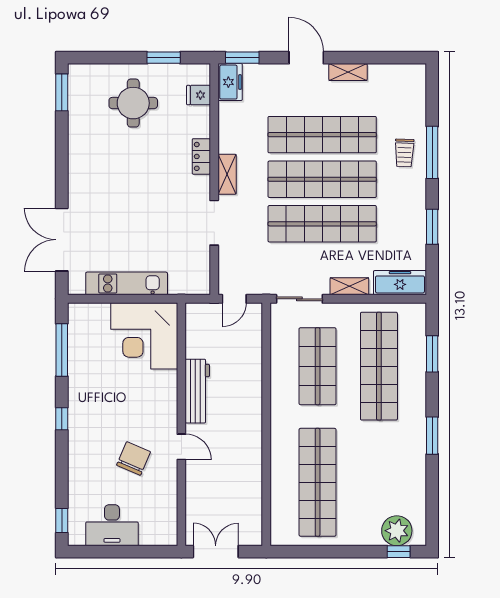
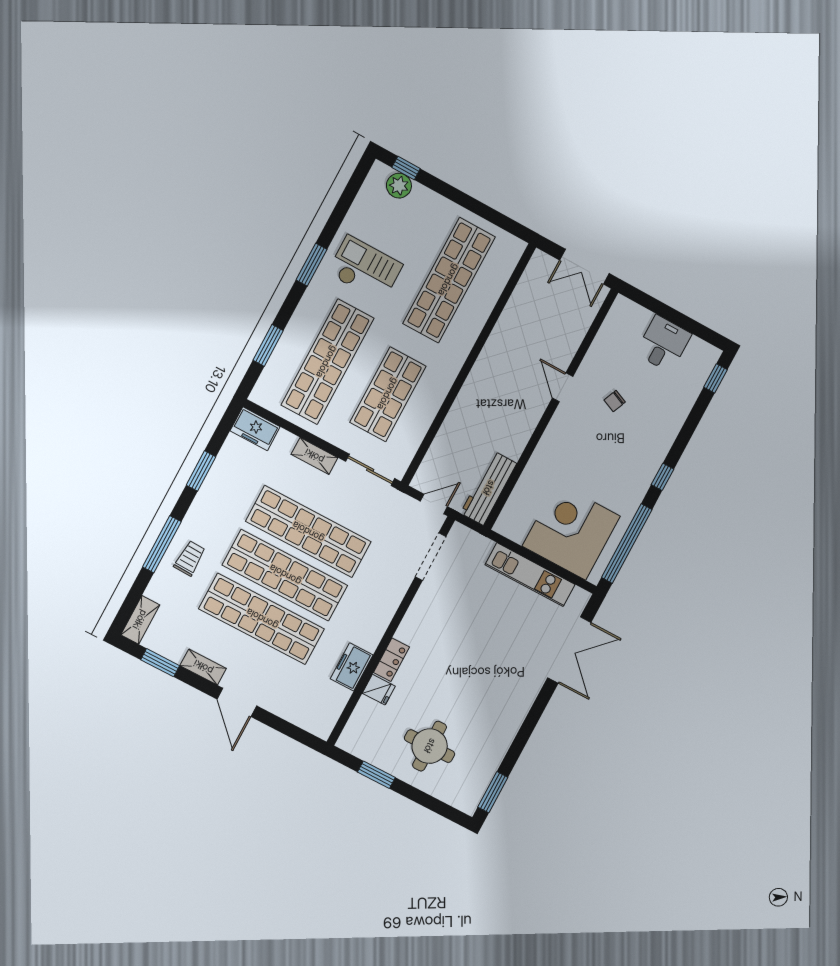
window: (242, 58) -> (160, 663), moved
freezer: (230, 82) -> (352, 667), moved
fridge: (199, 95) -> (379, 690), moved
shelving: (227, 174) -> (140, 620), moved
doorway: (214, 223) -> (431, 557), moved
freezer: (400, 283) -> (255, 429), width x0.71
corner desk: (144, 336) -> (571, 531), moved, turned -90
window: (62, 350) -> (627, 544), width x1.46
workbench: (197, 391) -> (489, 488), moved
checkout: (389, 455) -> (365, 269), added
chair: (134, 459) -> (615, 401), width x0.54, depth x0.54
desk: (112, 525) -> (663, 344), width x0.73
plant: (397, 531) -> (399, 186), width x0.73, depth x0.73

